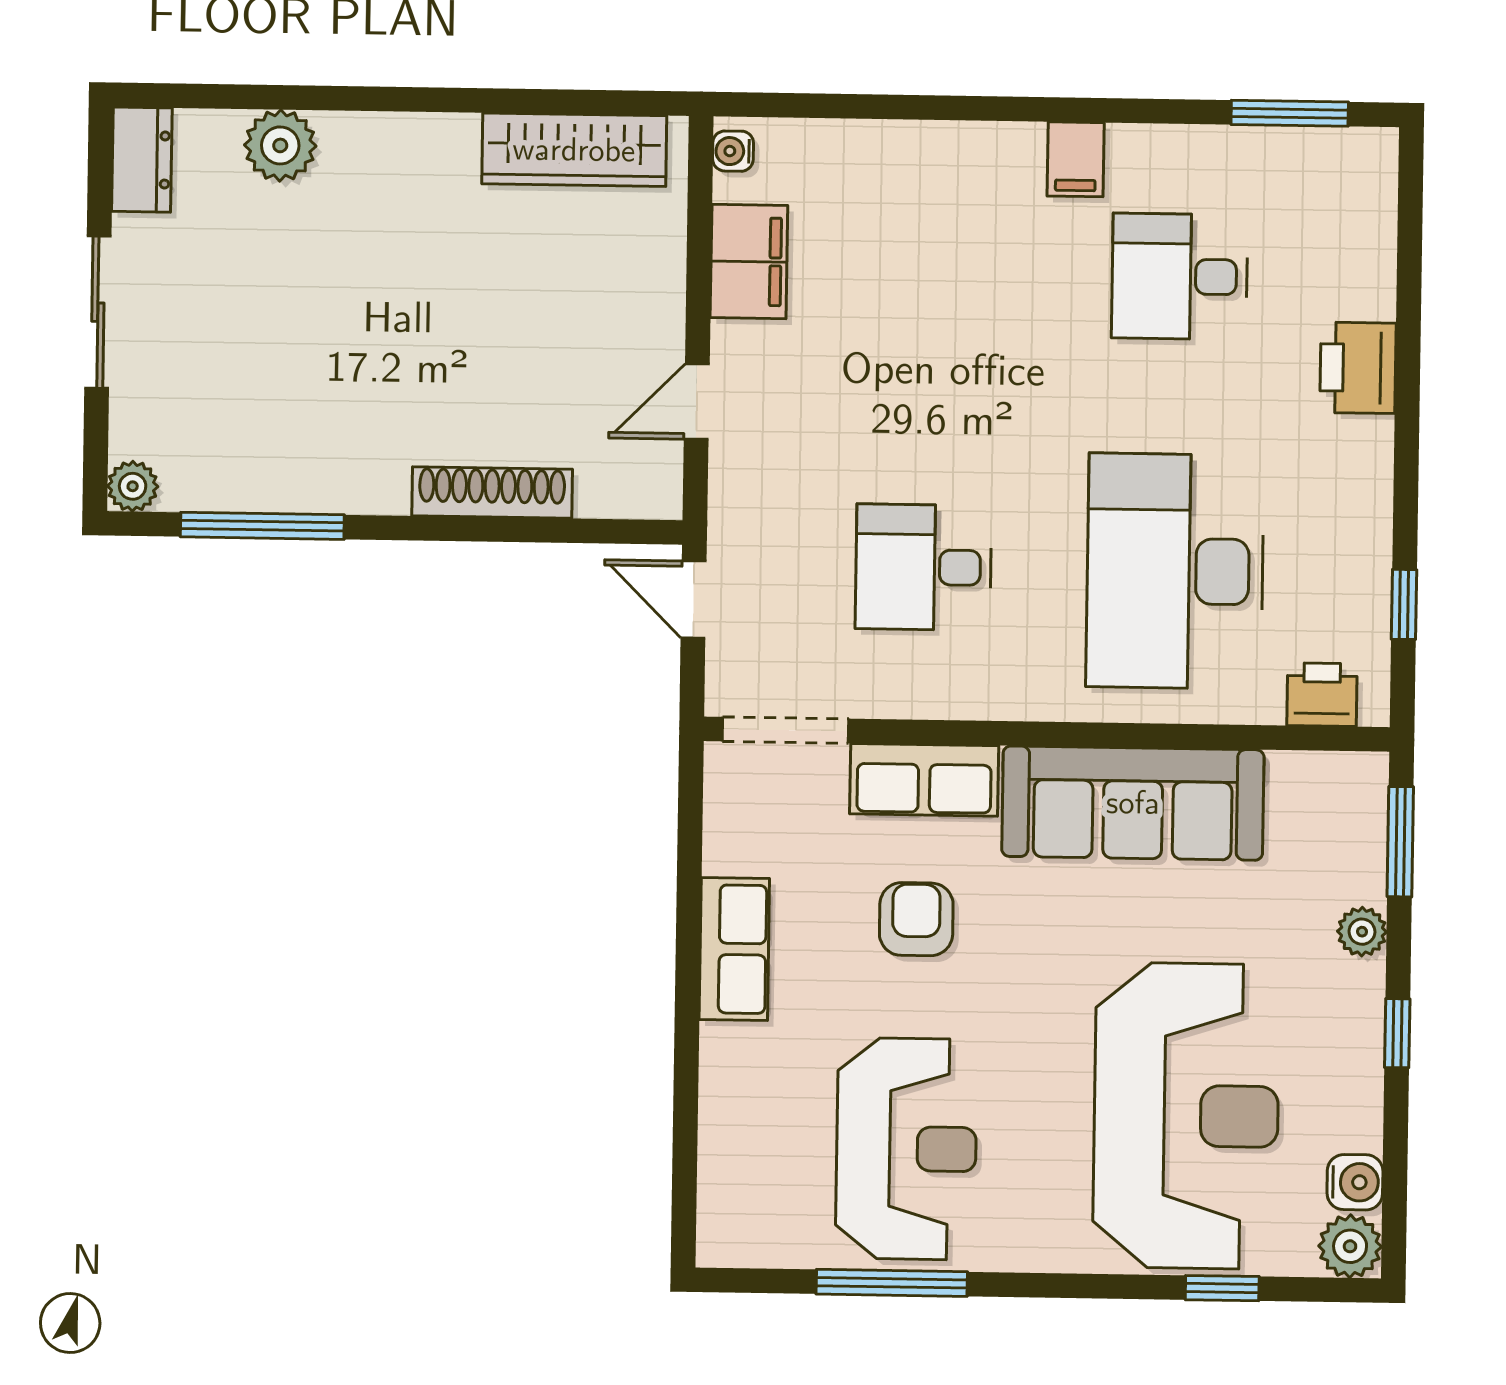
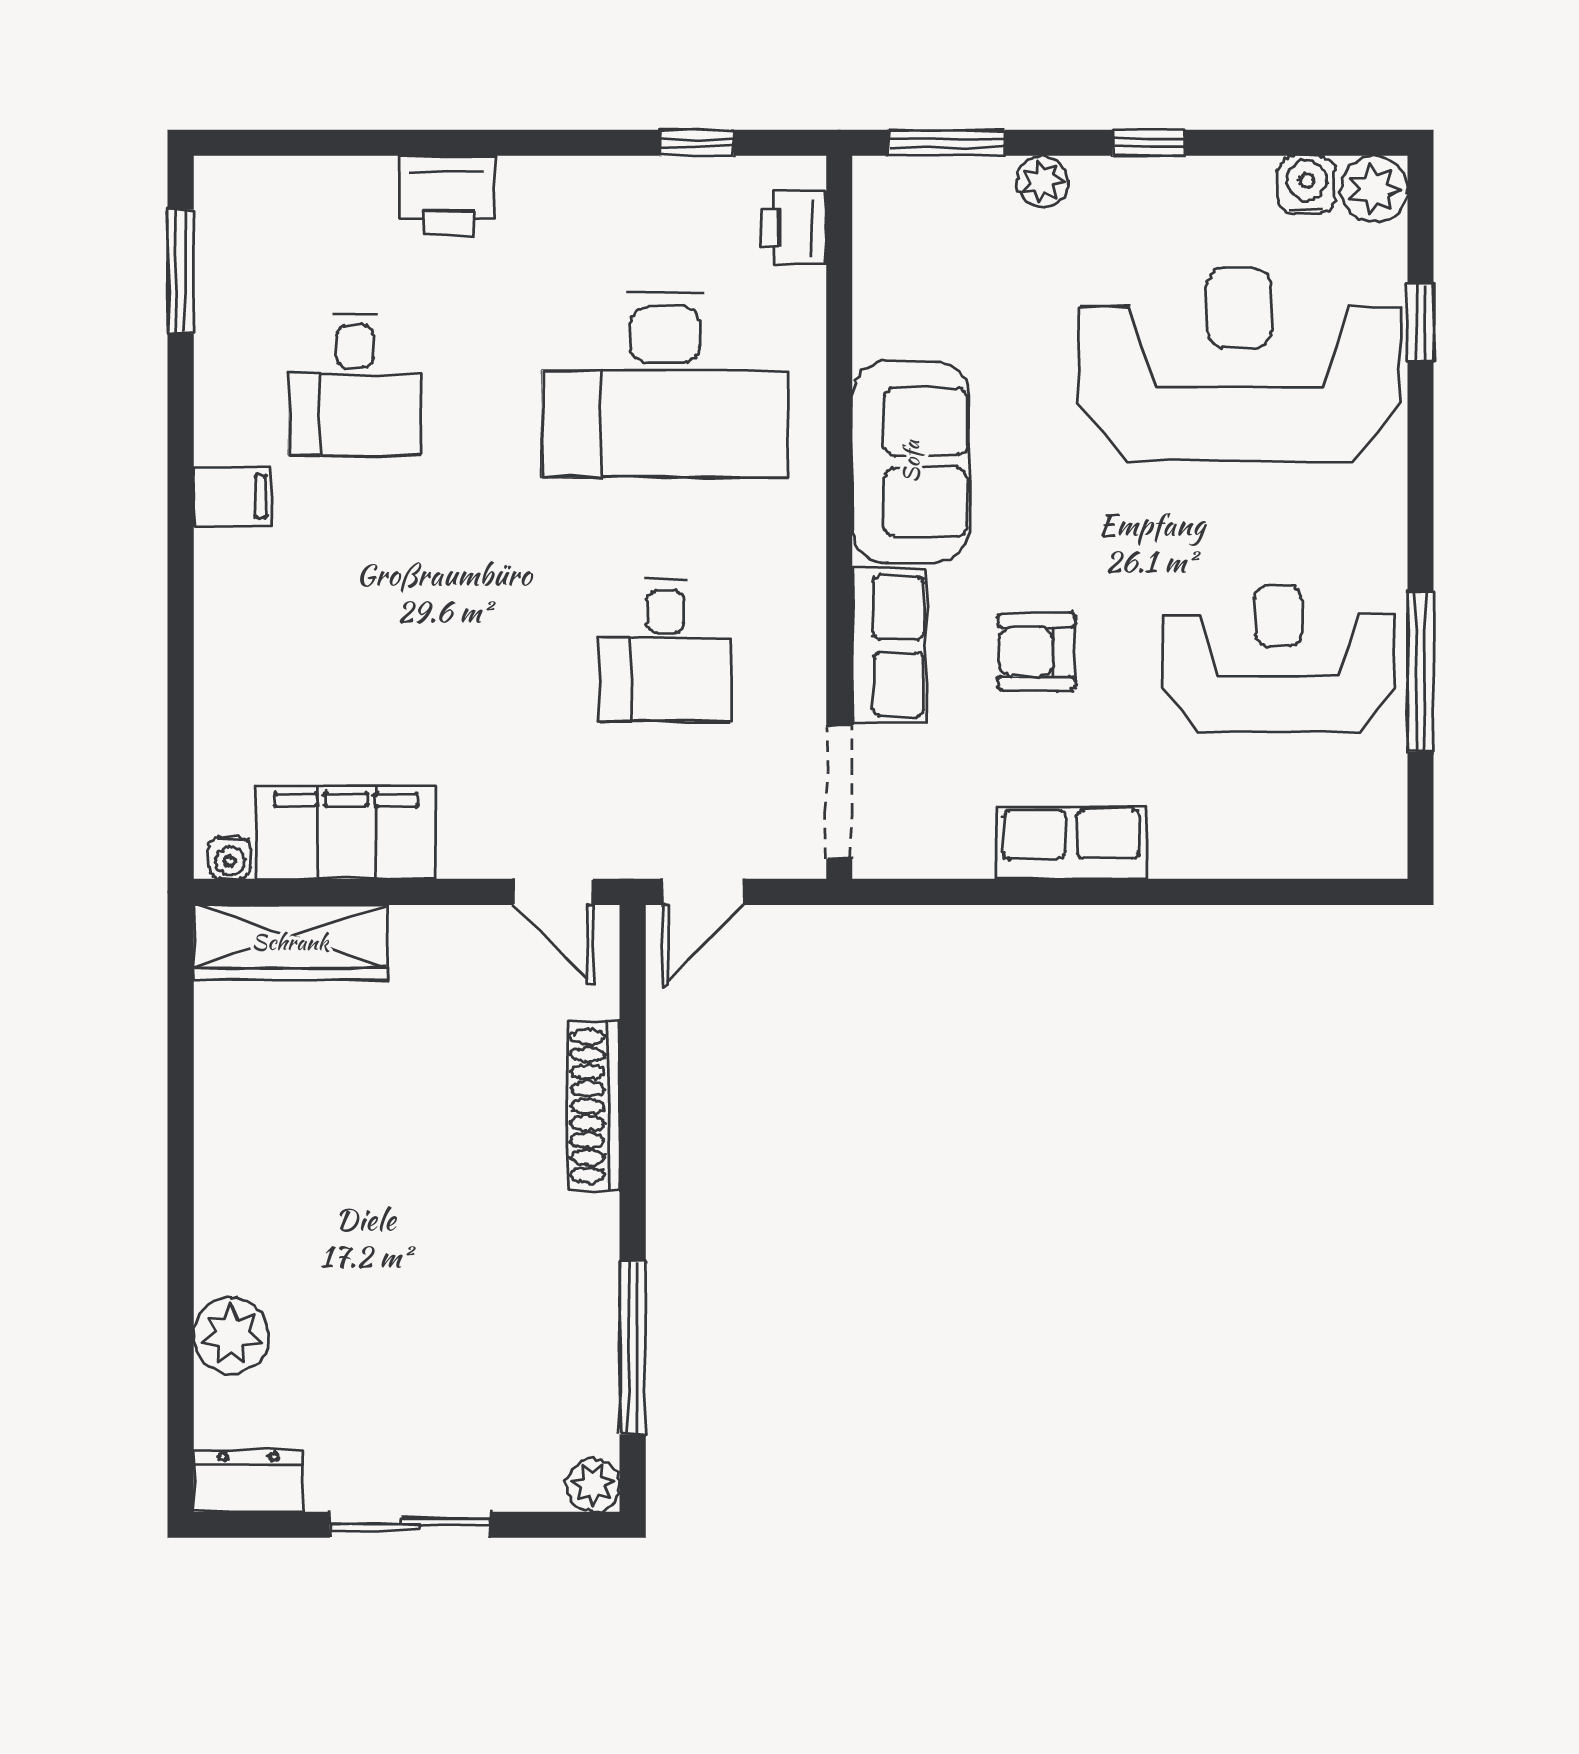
wardrobe: (574, 150) -> (290, 942), moved, turned 90
filing cabinet: (749, 262) -> (346, 832), width x1.50, depth x1.17
door: (697, 402) -> (553, 892), moved
sofa: (1133, 803) -> (911, 462), width x0.73

